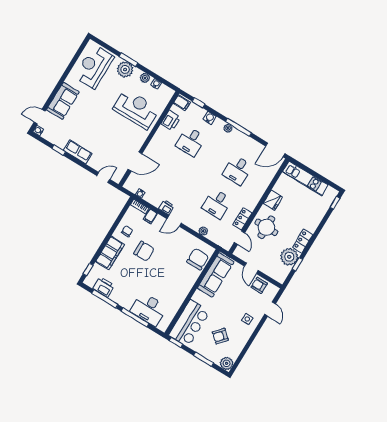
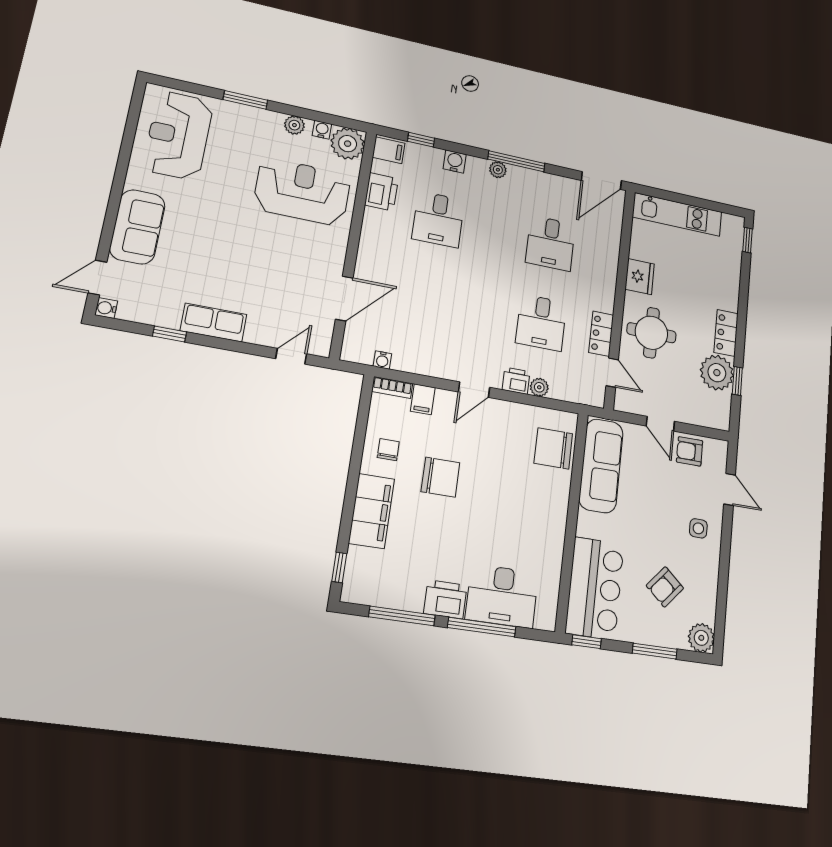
plant: (125, 69) -> (348, 144), moved
printer: (167, 207) -> (516, 381), moved
chair: (198, 259) -> (553, 448), turned -90
printer: (104, 287) -> (445, 599), moved

